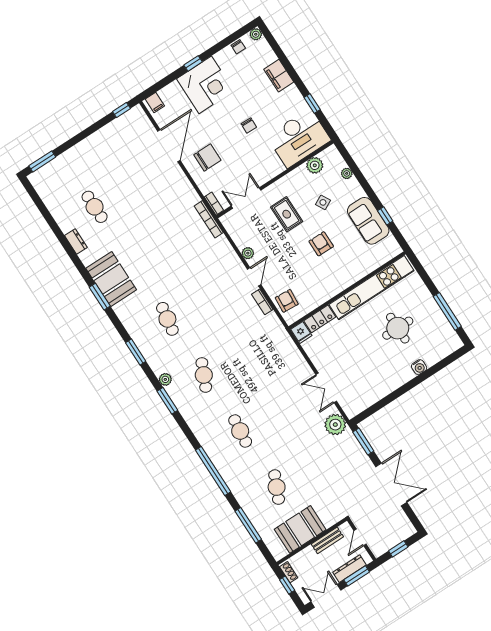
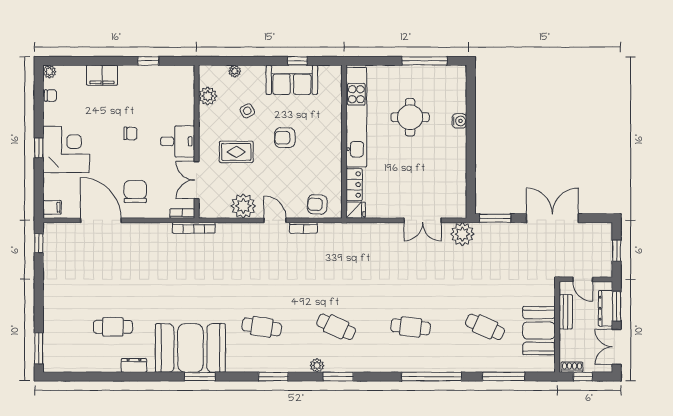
desk: (299, 138) -> (178, 141), moved, width x0.53, depth x0.77
plant: (248, 253) -> (243, 206), width x1.88, depth x1.88
booth: (111, 279) -> (190, 348), width x1.36, depth x1.42

